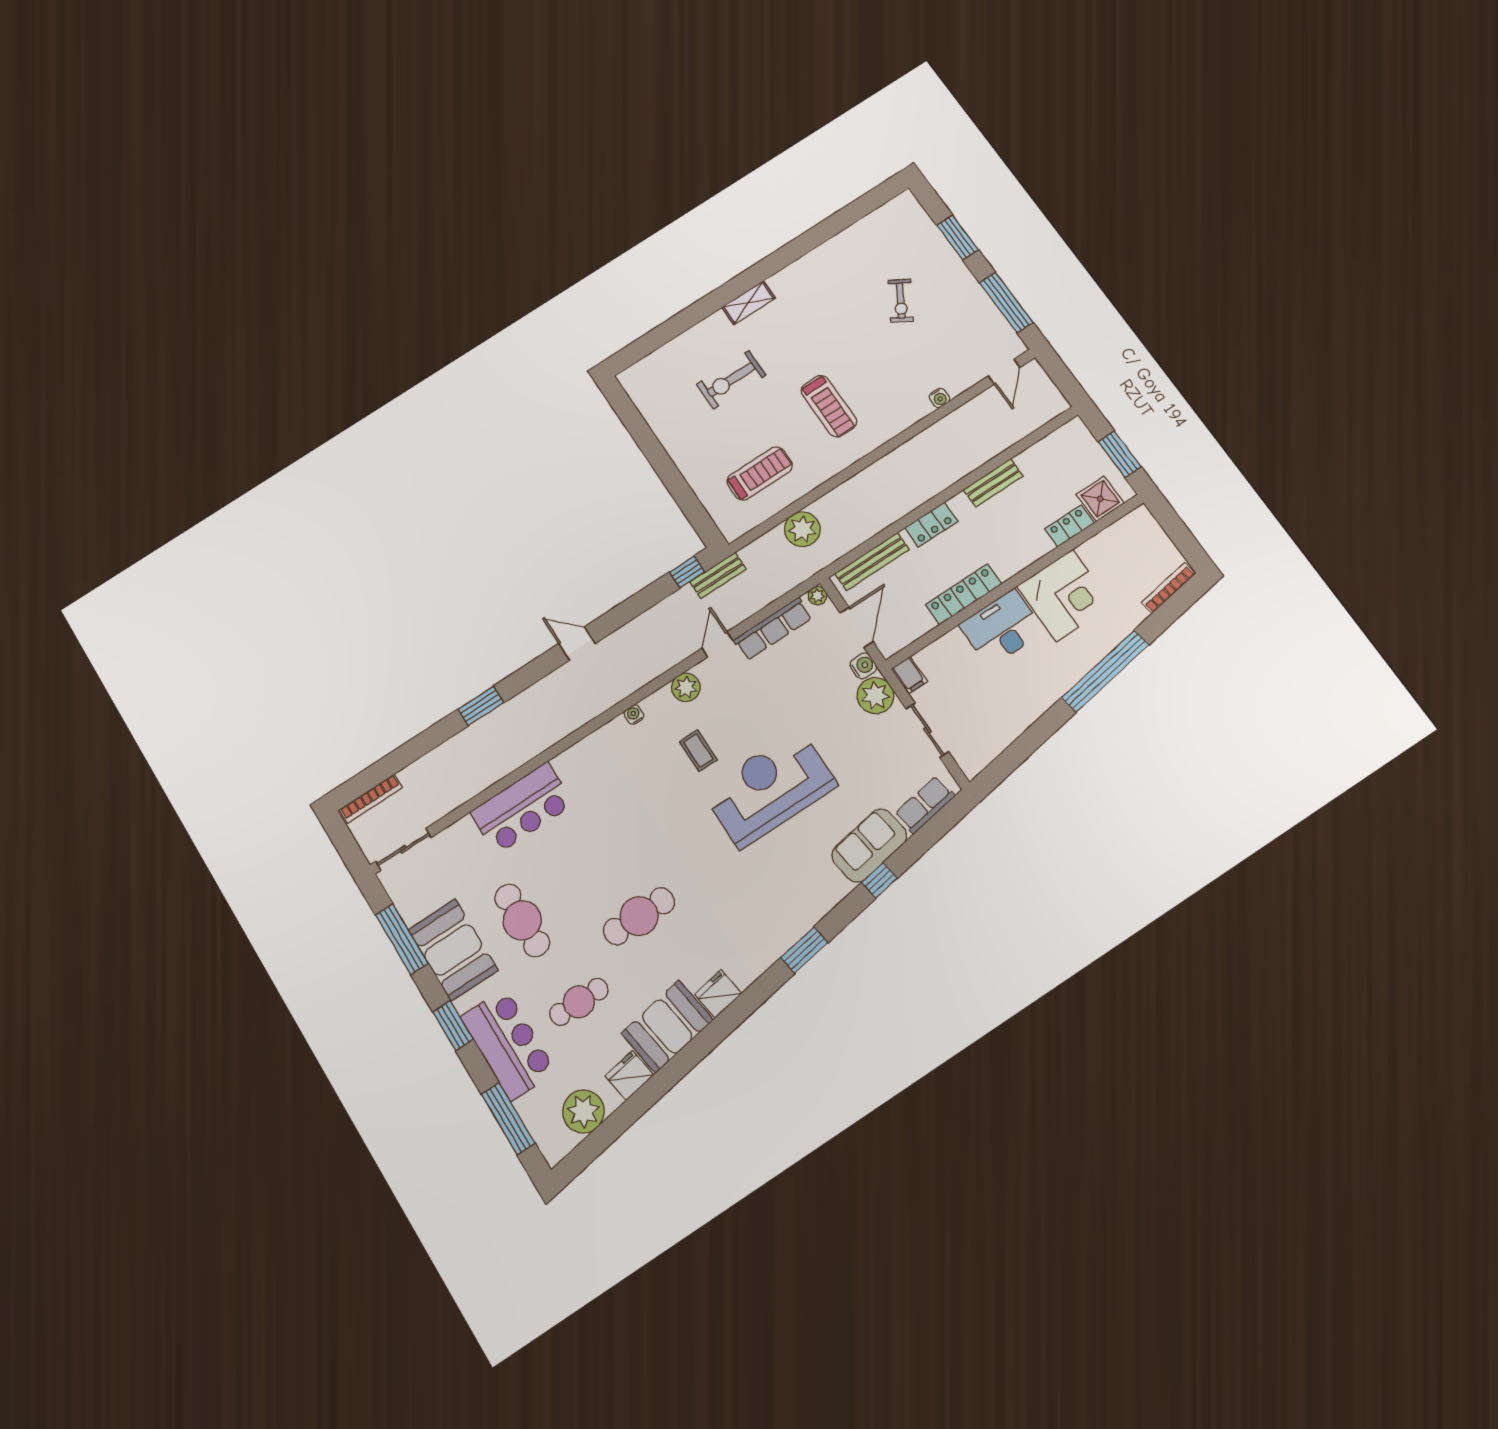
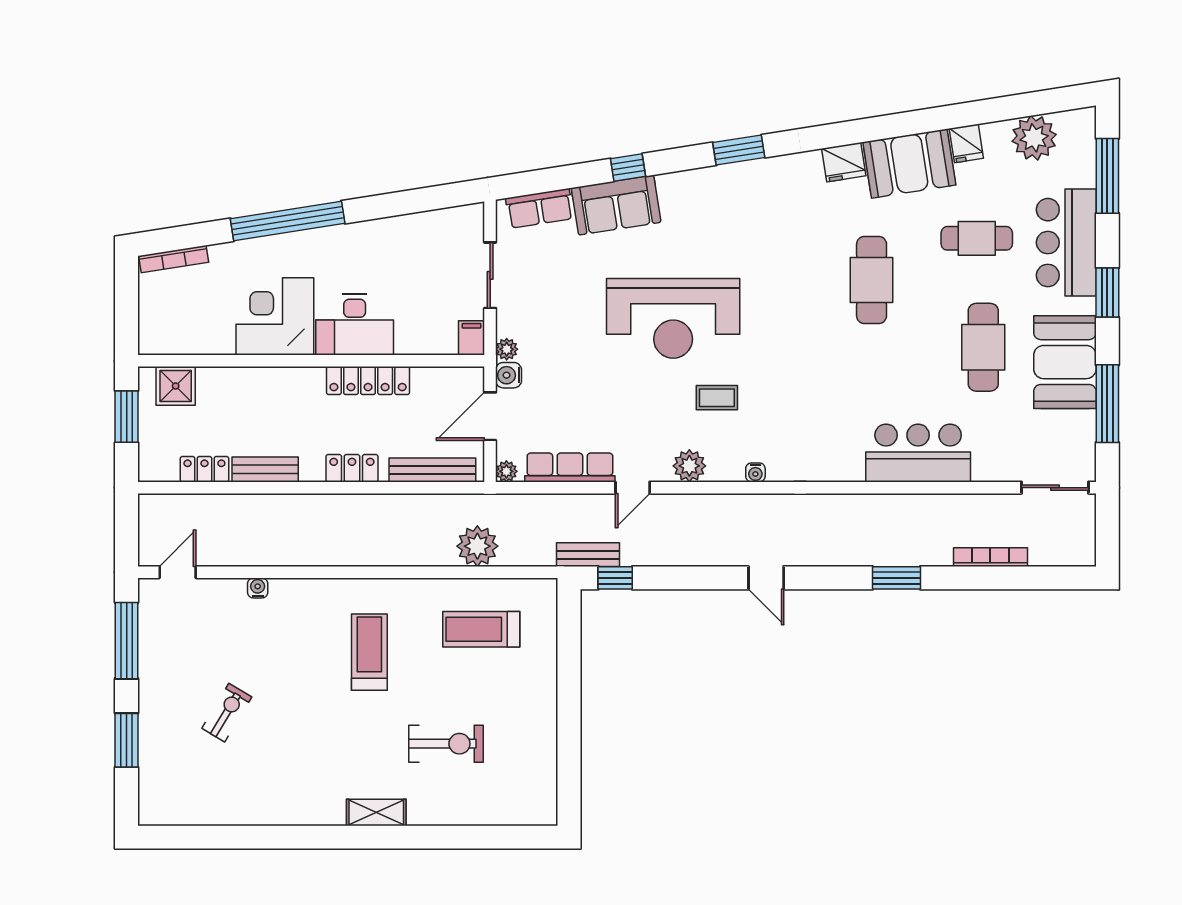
locker: (1070, 526) -> (204, 469), moved, turned 180
plant: (875, 696) -> (507, 349), width x0.53, depth x0.53
coffee table: (698, 751) -> (717, 398), turned 90
bookcase: (371, 799) -> (990, 557), moved
cafe table: (639, 916) -> (872, 280), turned 90
fridge: (629, 1075) -> (966, 143), width x0.72

